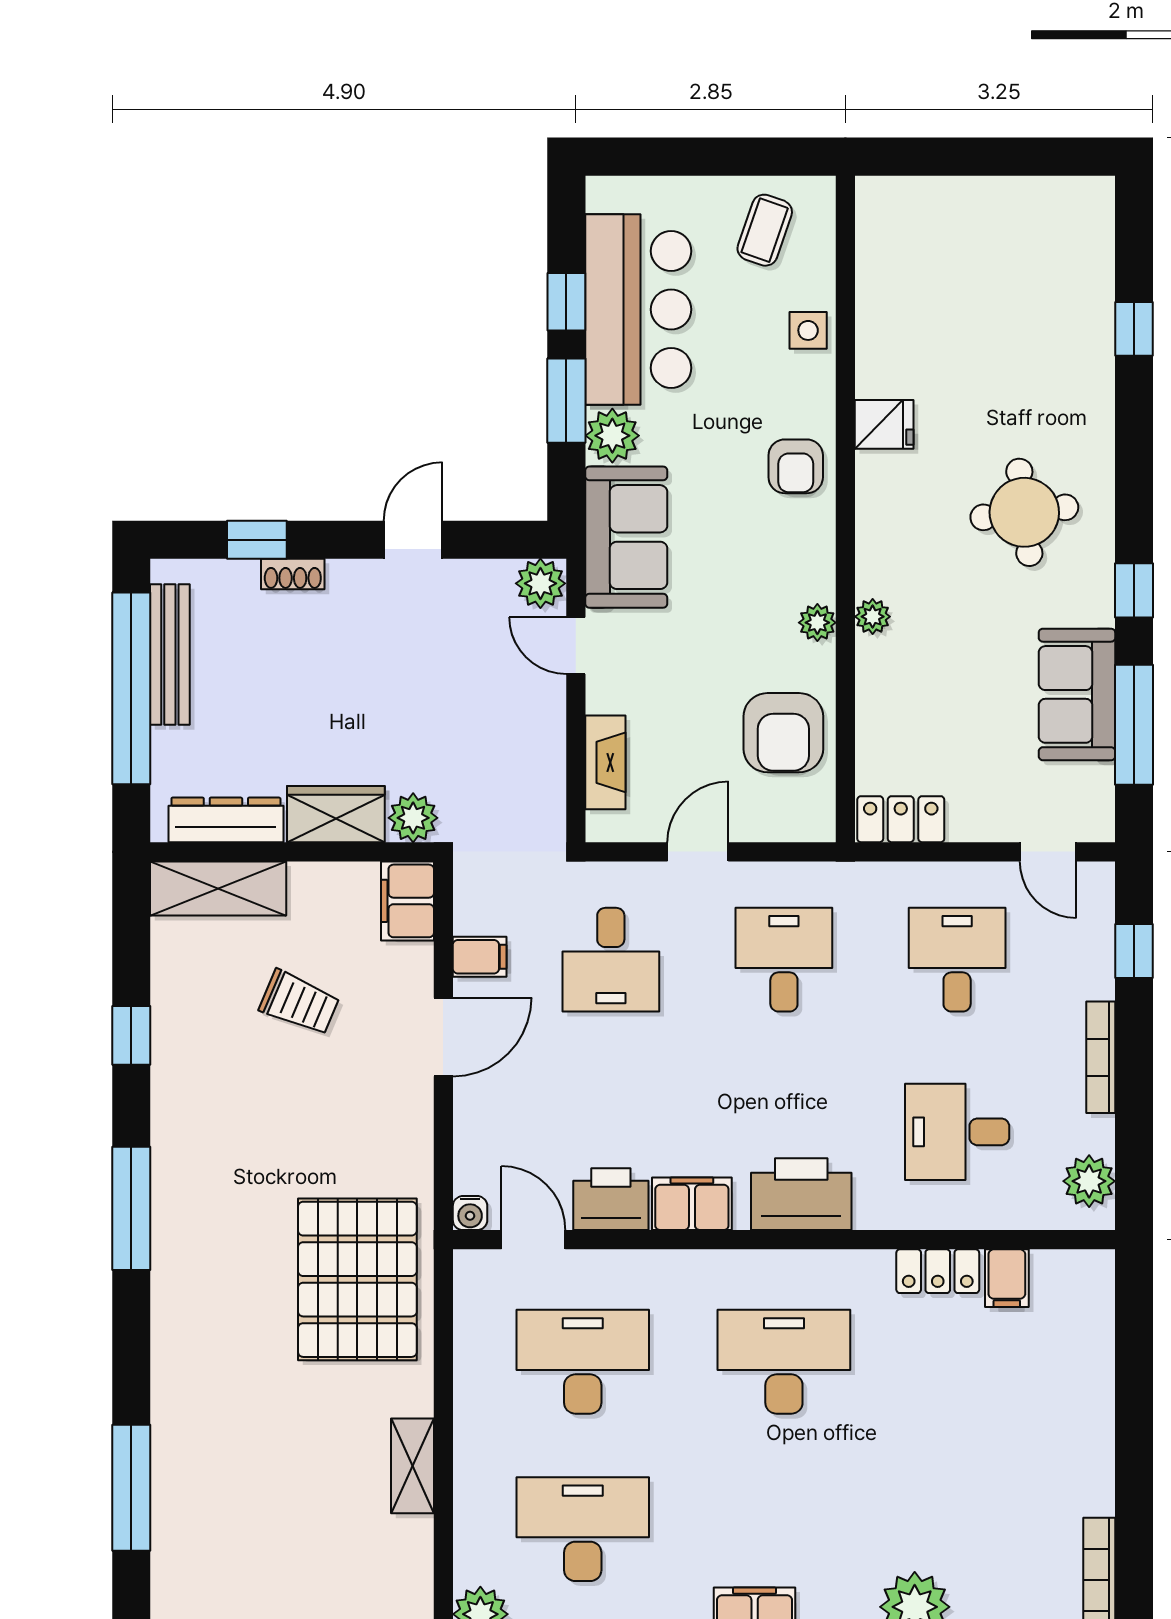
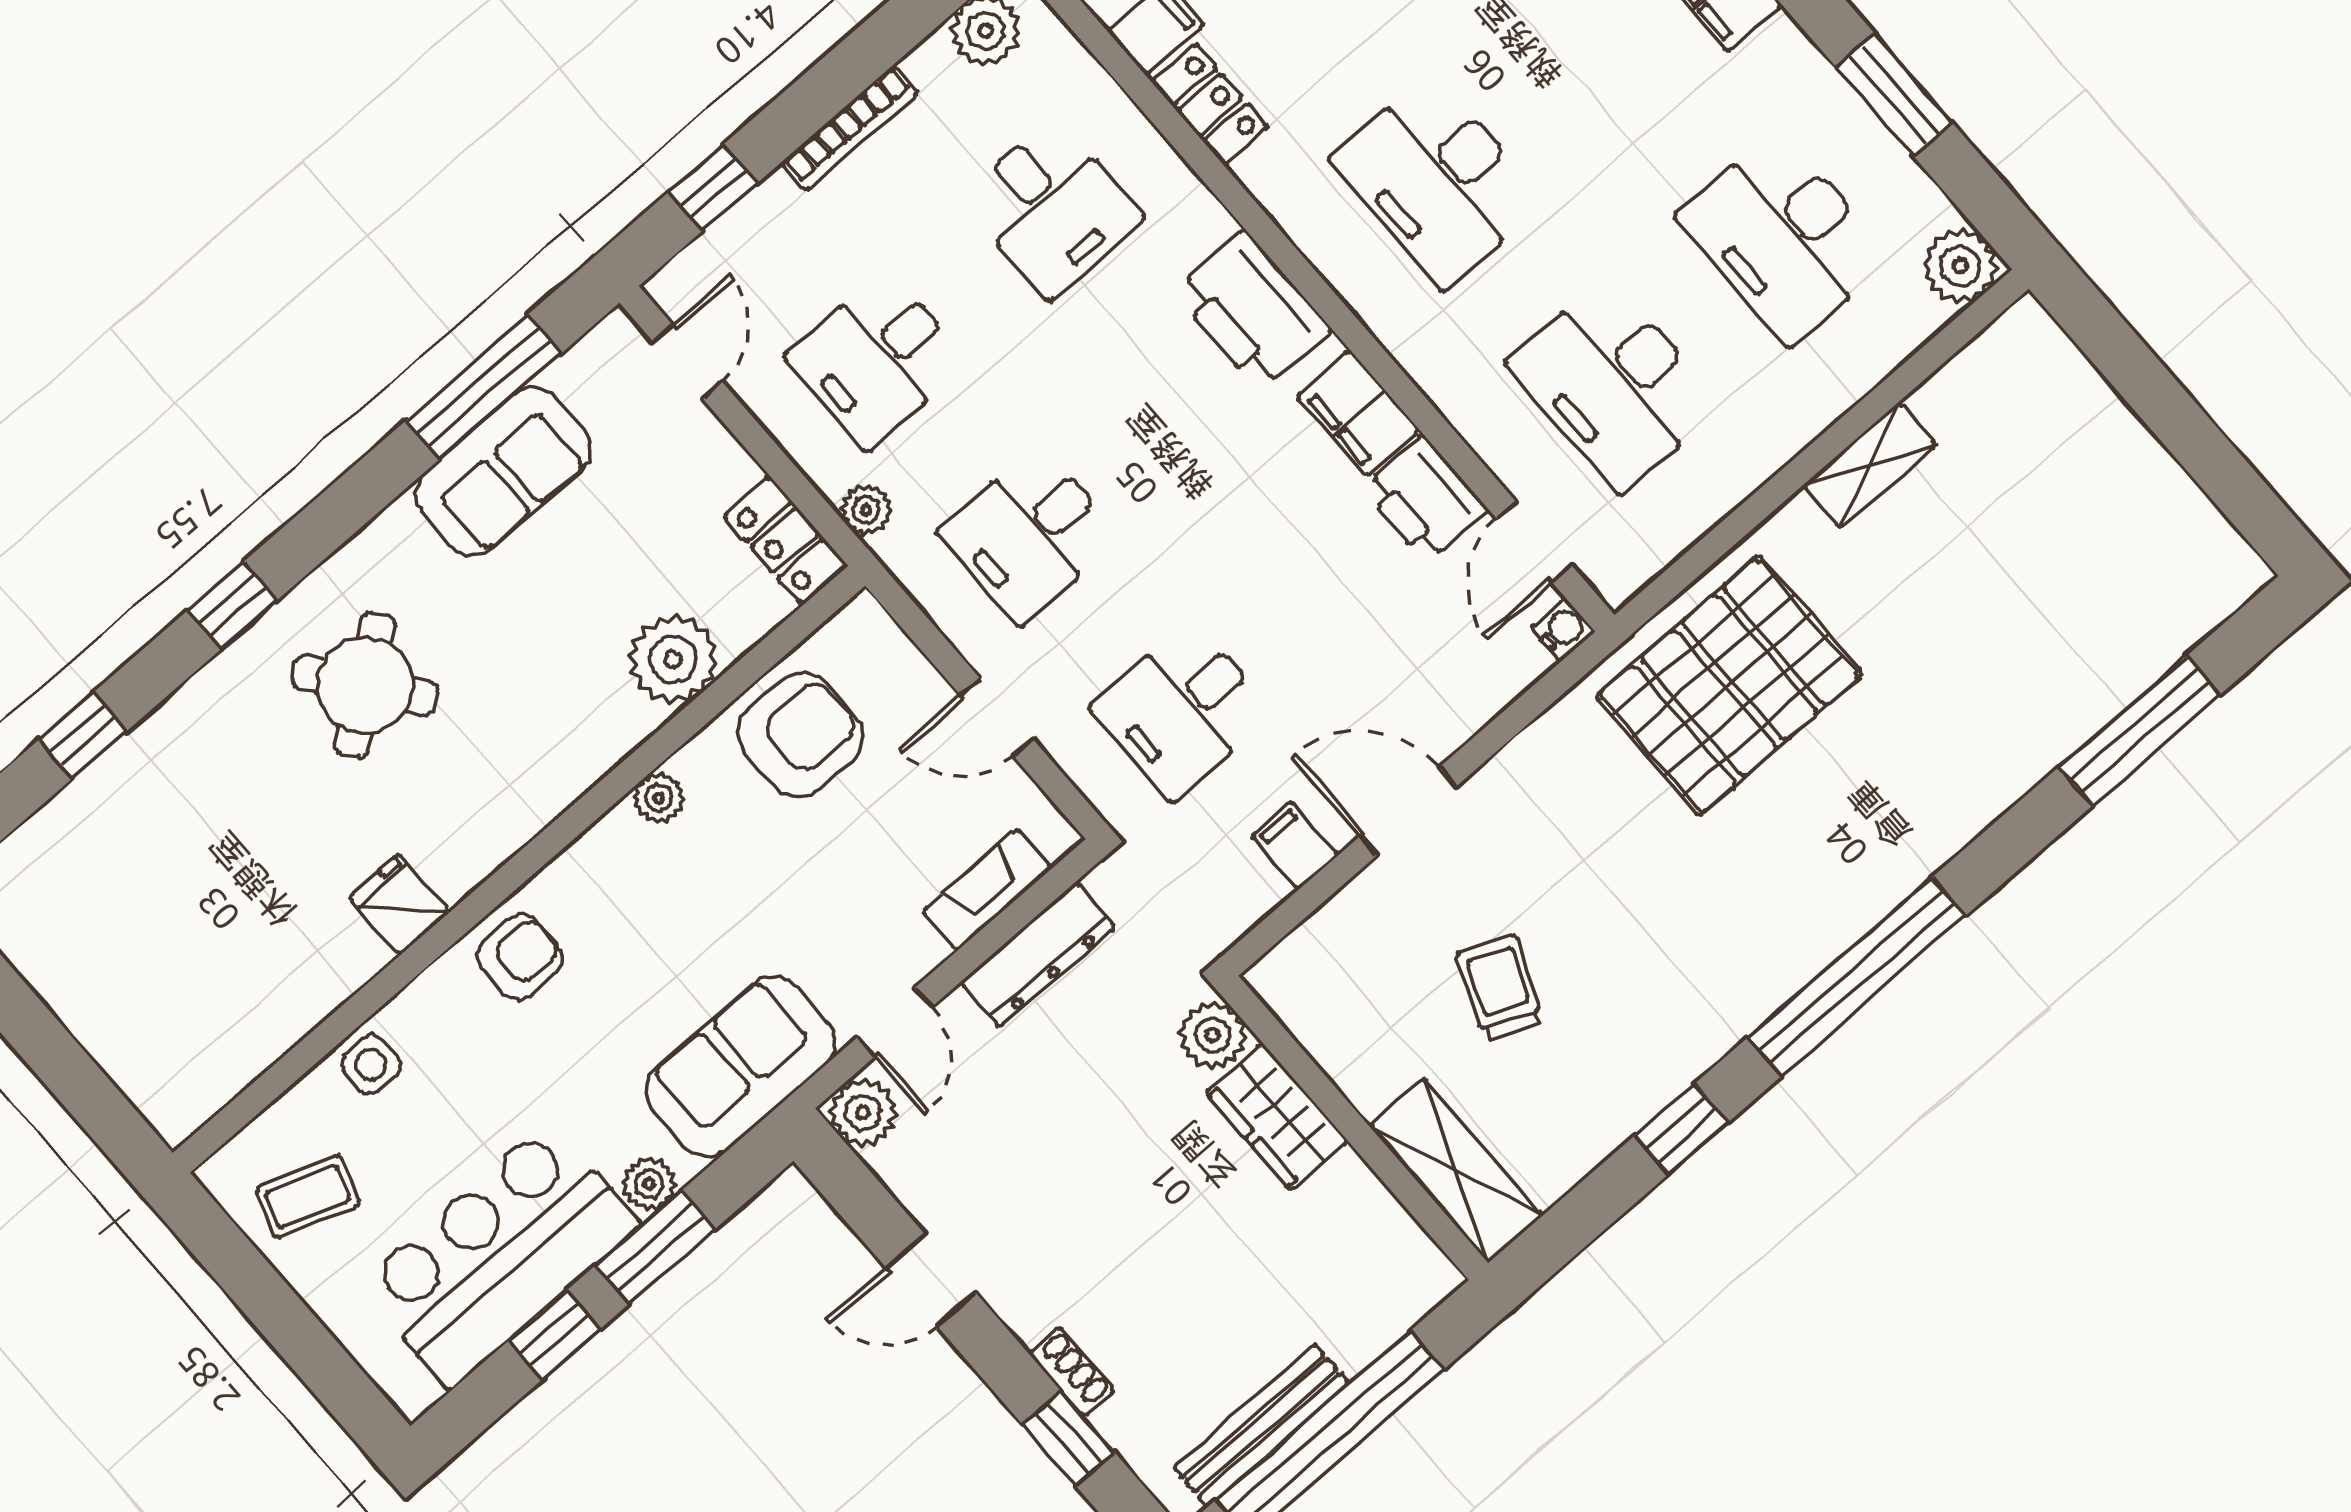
plant: (612, 436) -> (649, 1184), width x0.73, depth x0.73
round table: (1024, 512) -> (365, 685), turned -30
window: (1134, 590) -> (232, 606), moved
plant: (873, 617) -> (673, 660), moved, width x1.88, depth x1.88
dresser: (226, 820) -> (1038, 955), moved, turned -90
plant: (878, 880) -> (866, 510), added
filing cabinet: (408, 901) -> (1302, 968), removed
desk: (611, 960) -> (1182, 710), turned 180
window: (131, 1208) -> (1856, 977), width x1.46

